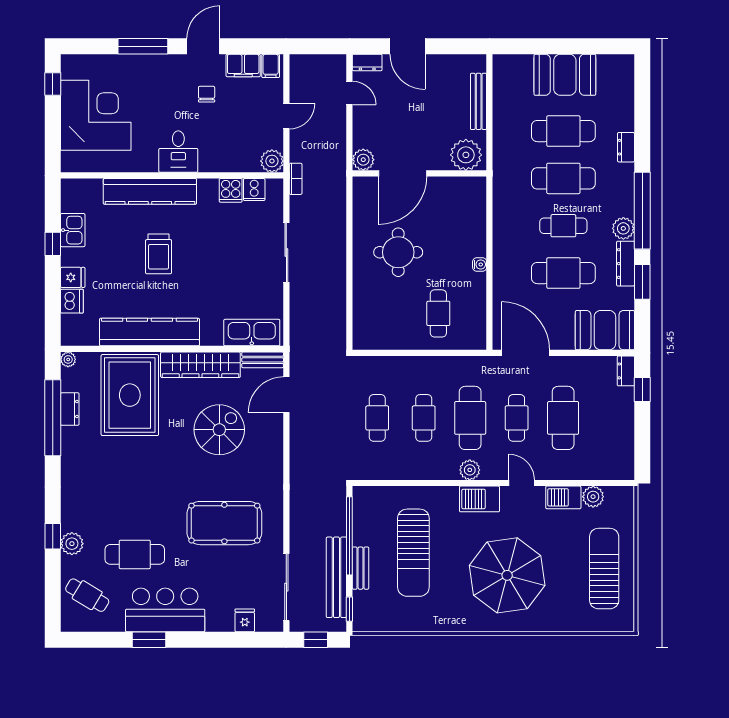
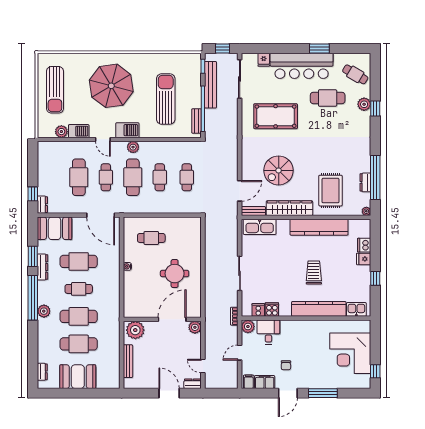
dresser: (626, 147) -> (42, 372), moved
desk: (178, 152) -> (268, 332), moved
plant: (623, 228) -> (44, 311), moved
kitchen sink: (73, 230) -> (356, 309), moved, turned 90
cafe table: (438, 313) -> (151, 238), turned 90
rug: (130, 395) -> (330, 191), width x0.73, depth x0.69
bench: (361, 568) -> (196, 121), moved
bar counter: (165, 610) -> (302, 66), width x1.36

